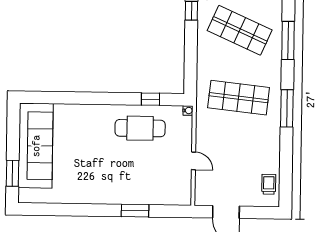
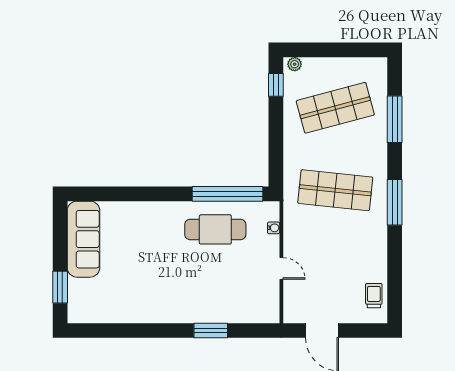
shop shelf: (240, 30) -> (335, 108), turned -39
window: (151, 99) -> (228, 194), width x3.17
water cooler: (188, 111) -> (274, 228), moved
sofa: (36, 146) -> (83, 239), width x0.74, depth x0.79

